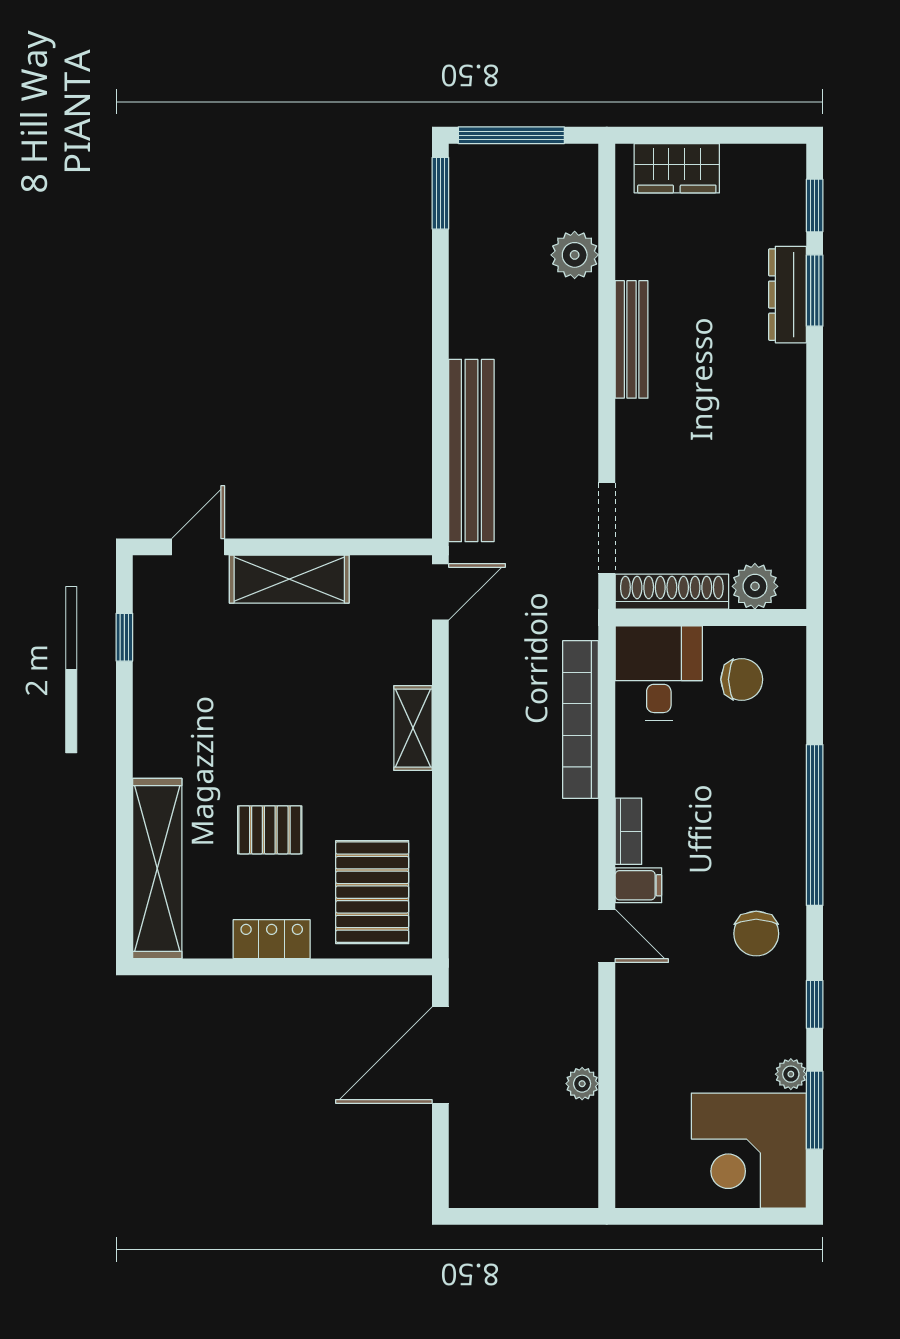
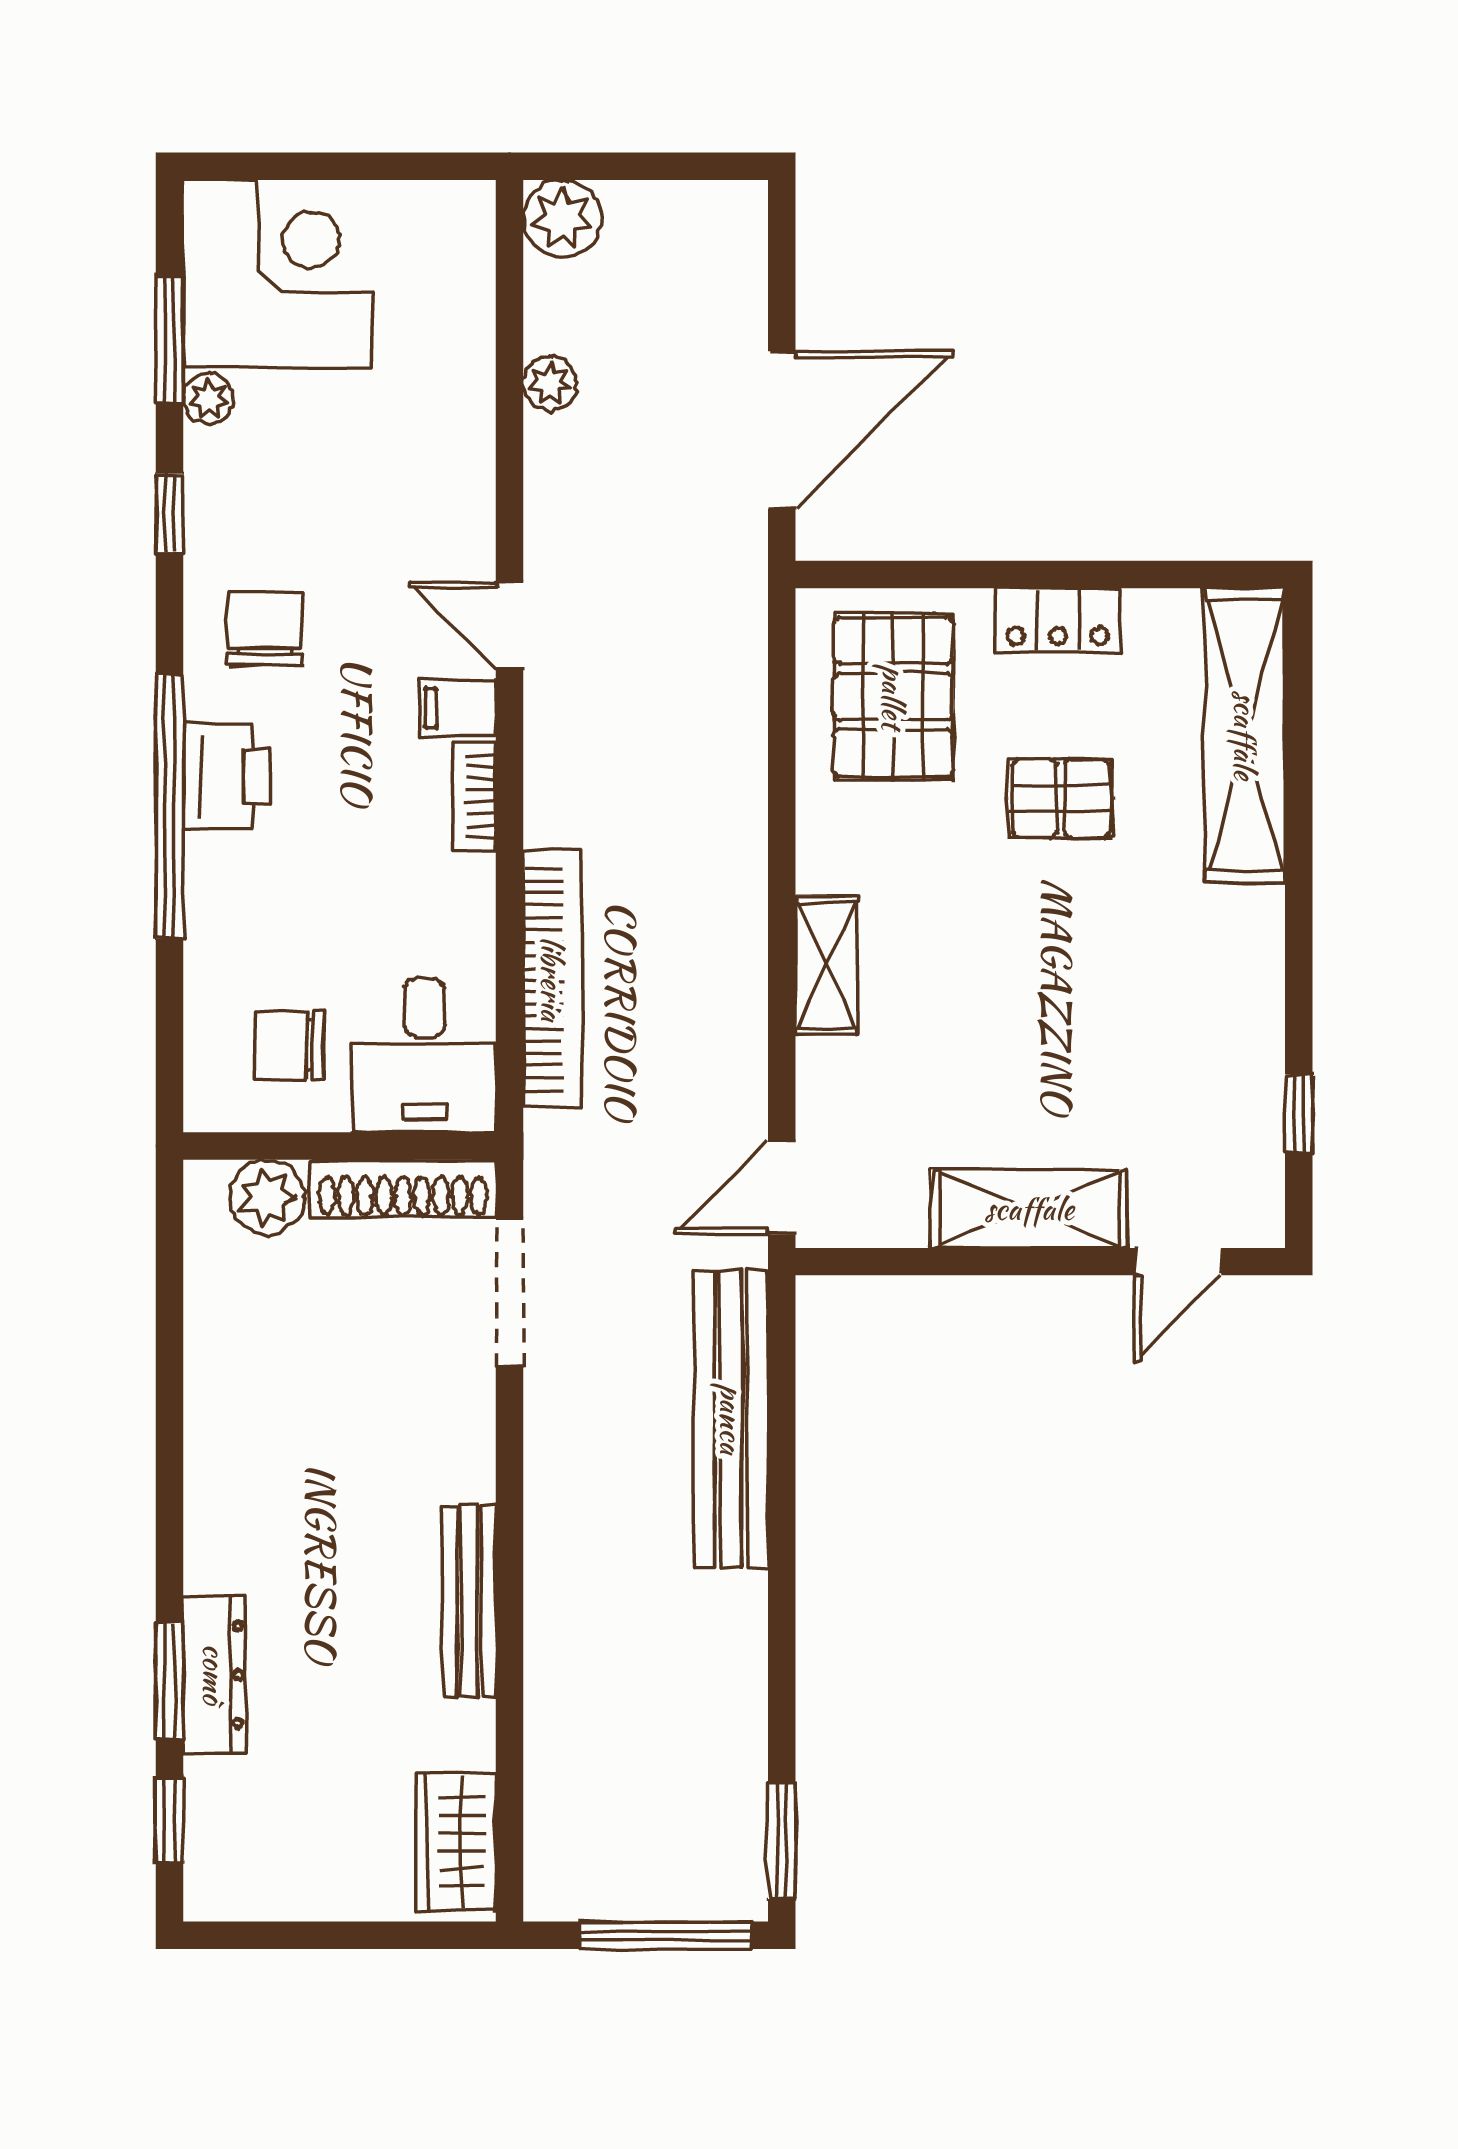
wardrobe: (677, 168) -> (456, 1842), moved, turned -90
plant: (575, 255) -> (562, 219), moved
printer: (780, 844) -> (227, 776), added

